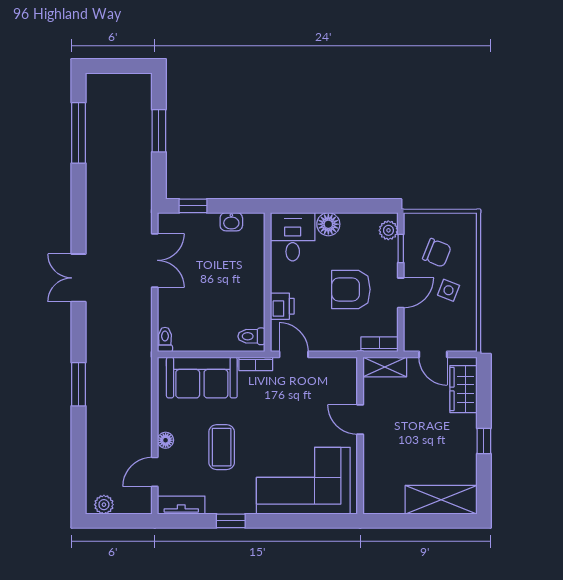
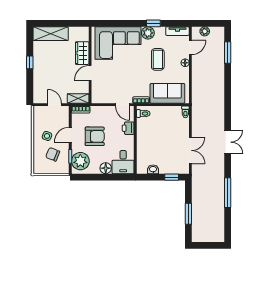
window: (78, 133) -> (228, 193), moved
plant: (388, 230) -> (80, 161), width x1.88, depth x1.88
double door: (155, 260) -> (190, 150), swing flipped
window: (78, 384) -> (228, 52), moved
wardrobe: (463, 389) -> (82, 53), moved, turned 180
door: (360, 420) -> (90, 73), swing flipped
plant: (242, 501) -> (148, 33), added
plant: (104, 505) -> (205, 31), moved

